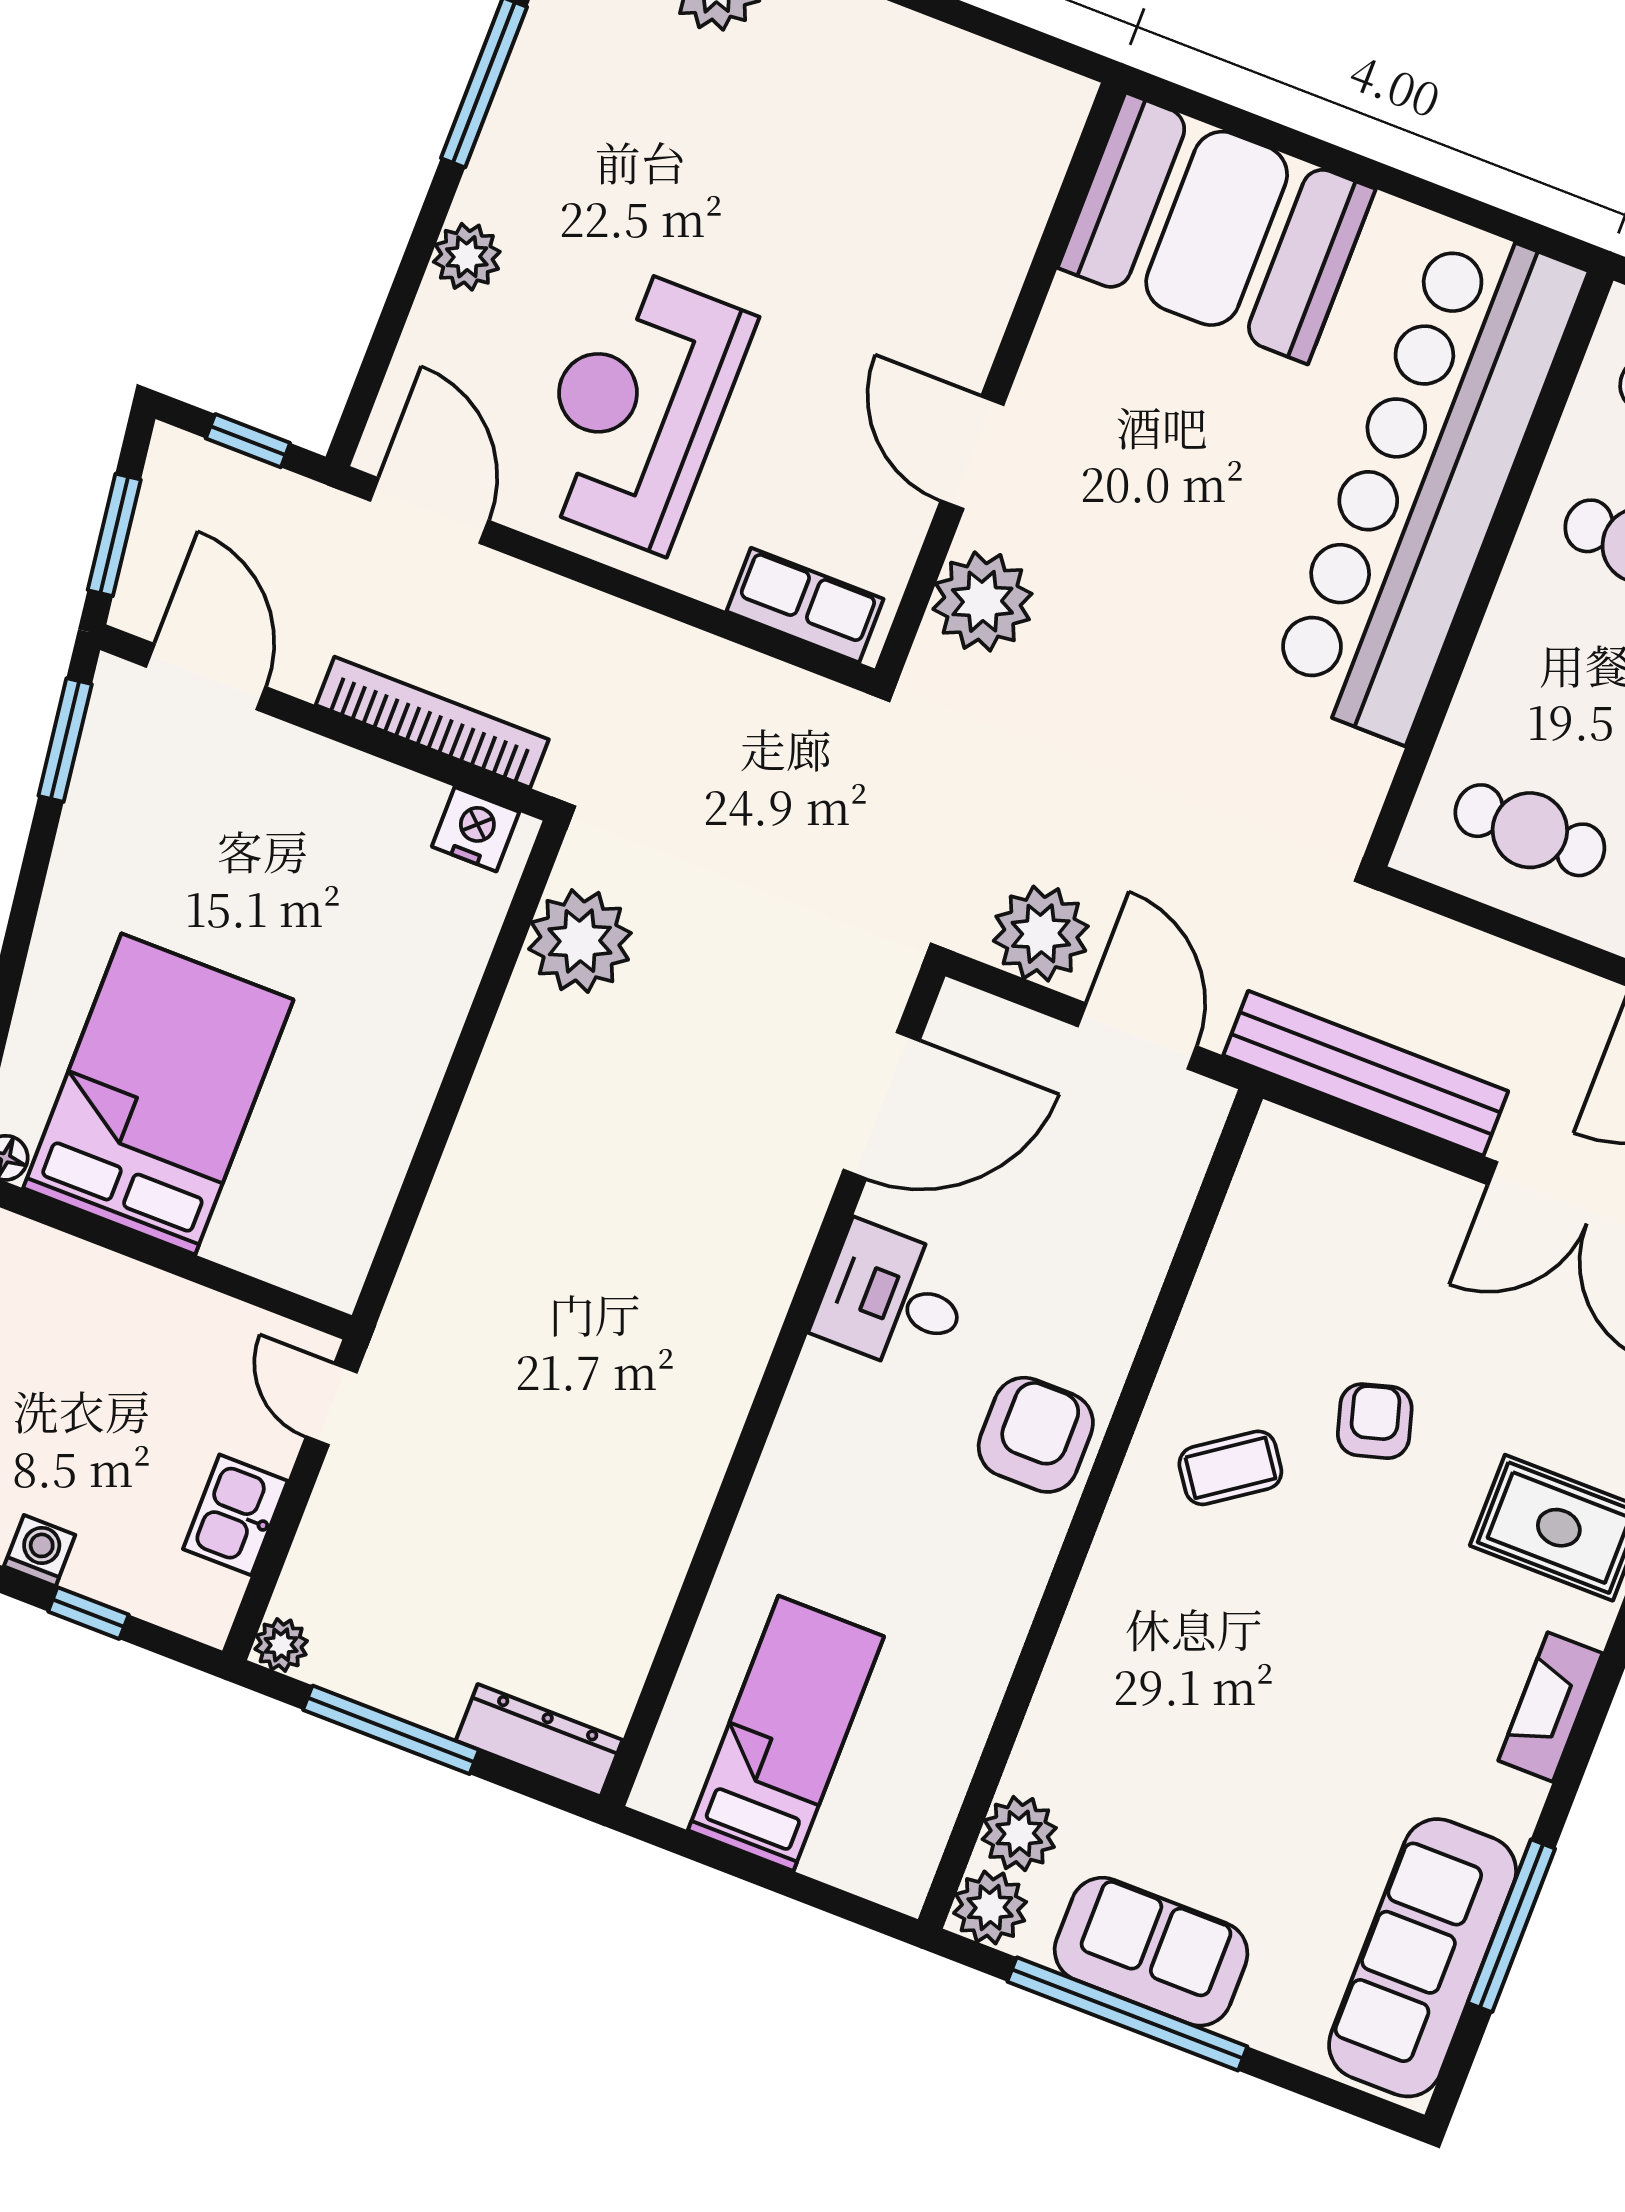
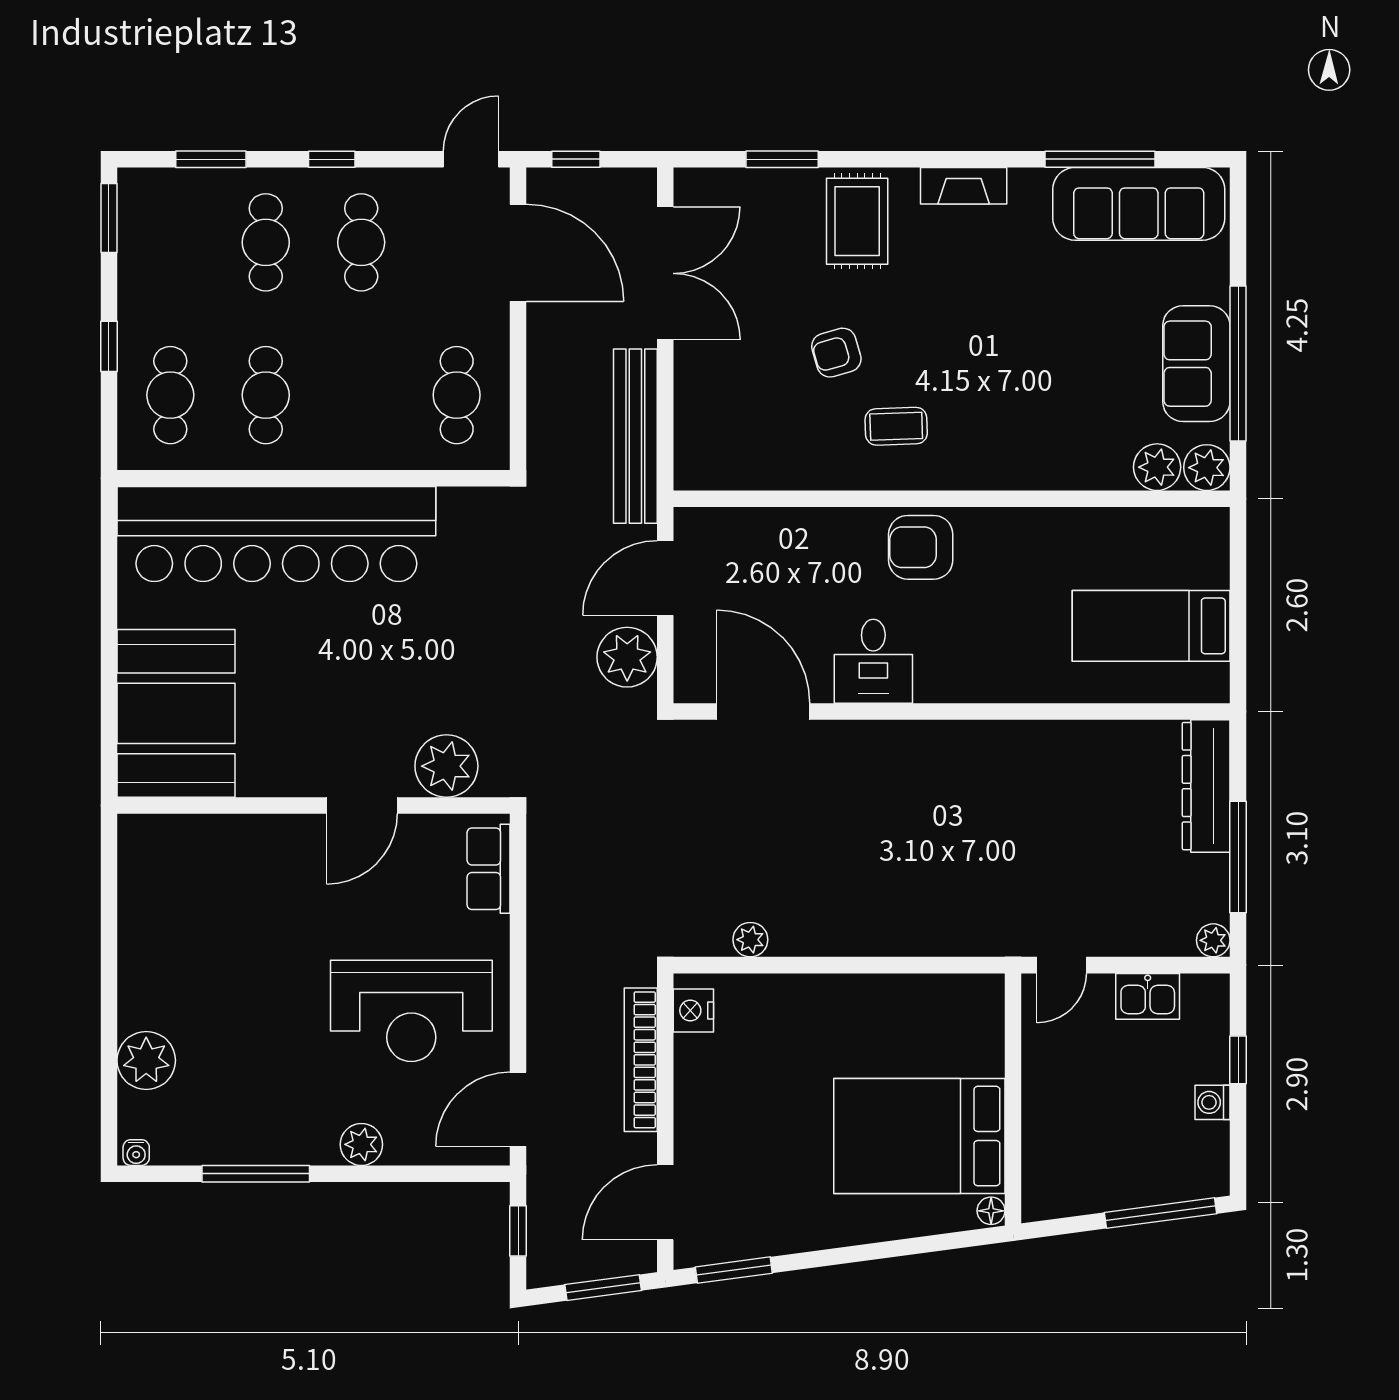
plant: (580, 941) -> (750, 940), width x0.53, depth x0.53
coffee table: (1230, 1468) -> (896, 426), turned -57
dresser: (539, 1740) -> (1206, 786), width x1.37, depth x1.24

